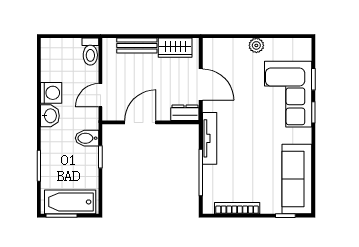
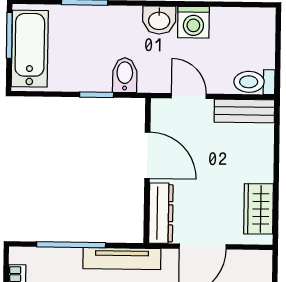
bench: (137, 46) -> (244, 111), moved, turned 90
dresser: (185, 113) -> (161, 213), width x1.44

